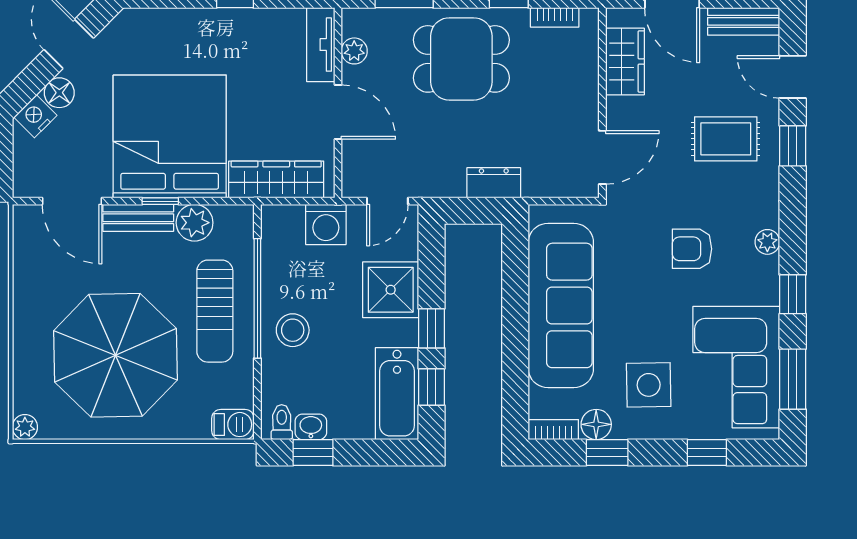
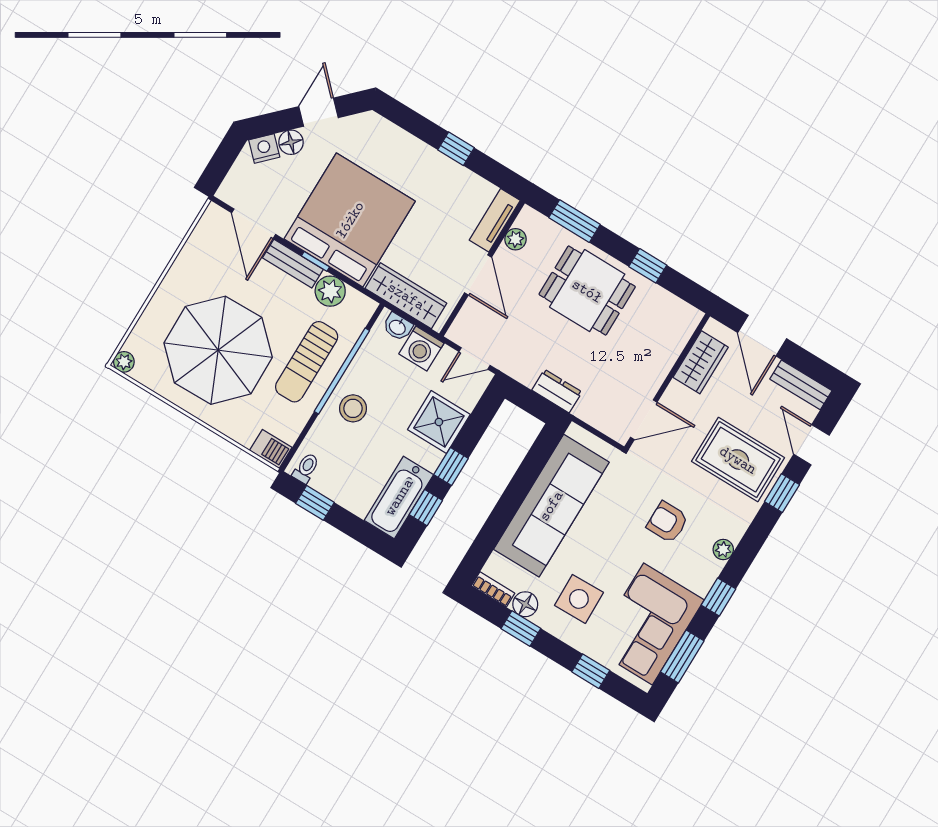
bookcase: (555, 17) -> (670, 301), removed
rug: (726, 139) -> (738, 460), width x1.36, depth x1.43
washbasin: (311, 427) -> (398, 327), moved, turned 180

